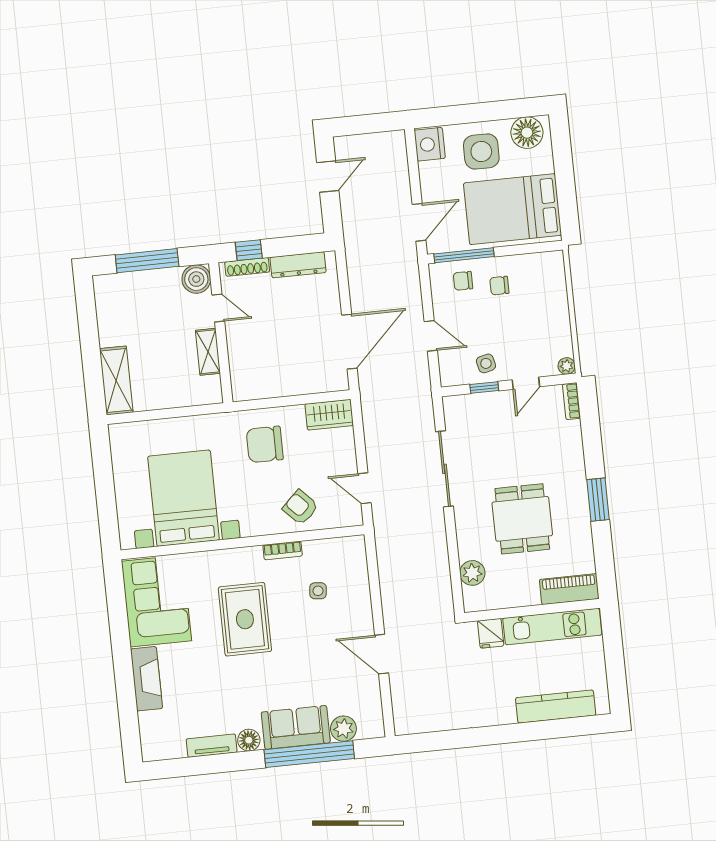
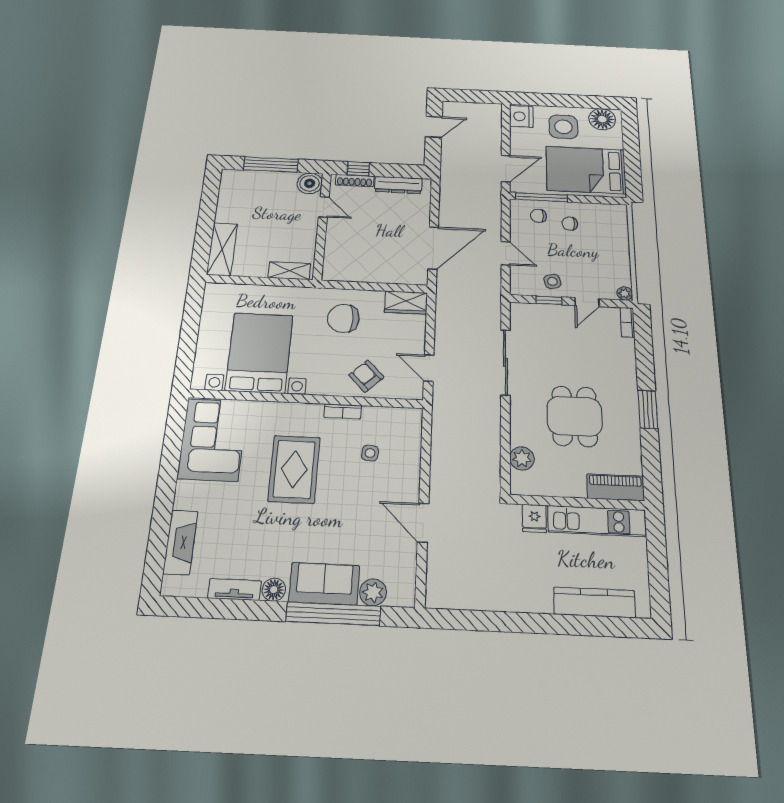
shelving: (208, 352) -> (289, 271), moved, turned 90
fireplace: (147, 679) -> (180, 542), moved

